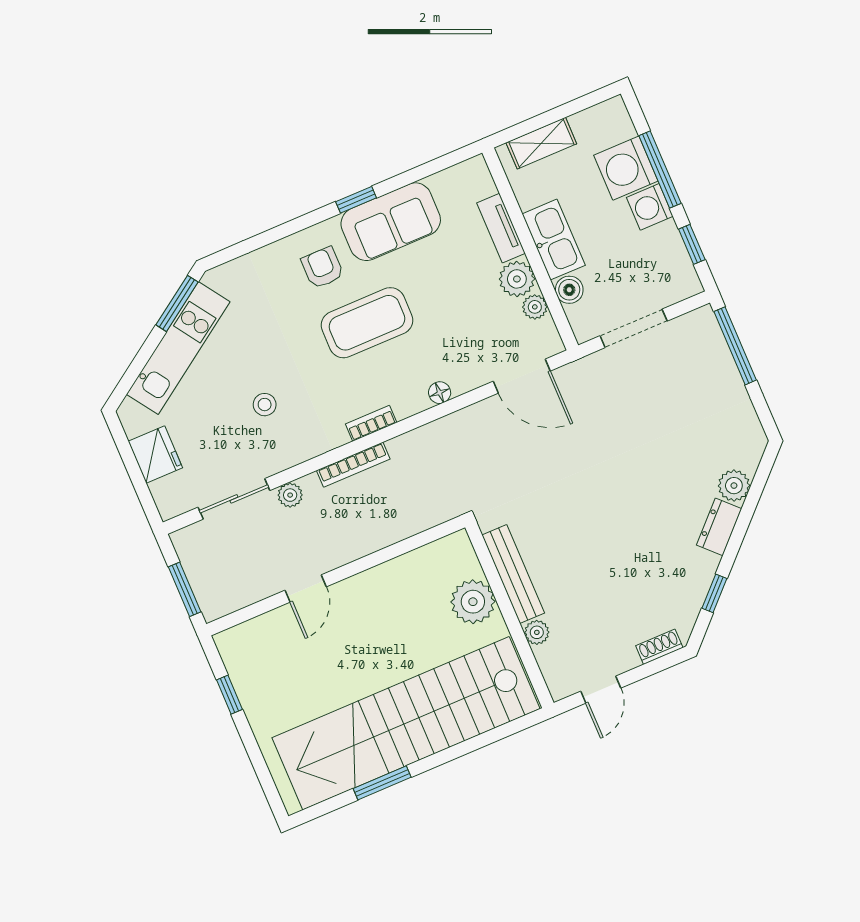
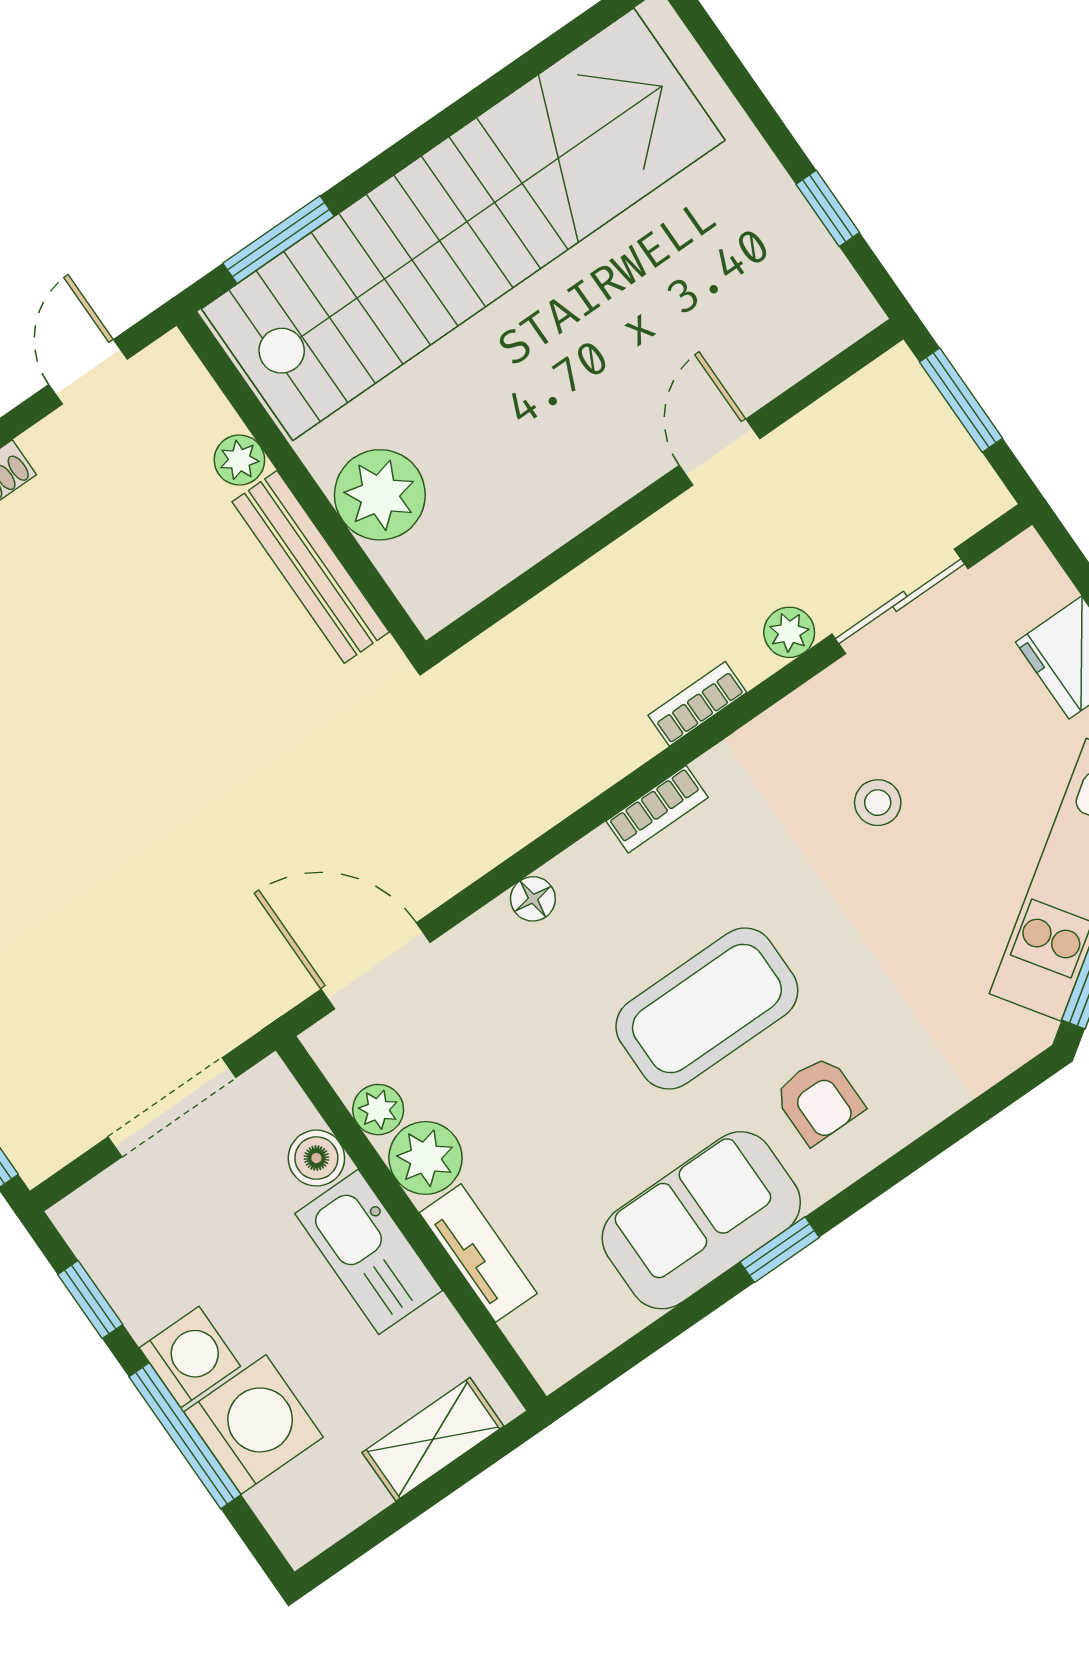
bookcase: (353, 465) -> (697, 704), width x0.64
window: (382, 783) -> (278, 240), moved

